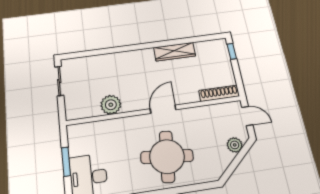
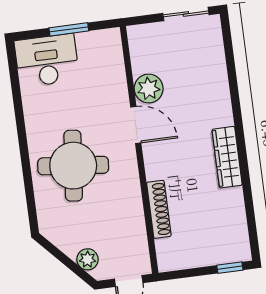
wardrobe: (175, 52) -> (227, 157), moved
shoe rack: (219, 93) -> (159, 209), moved
door: (163, 109) -> (136, 125), moved

